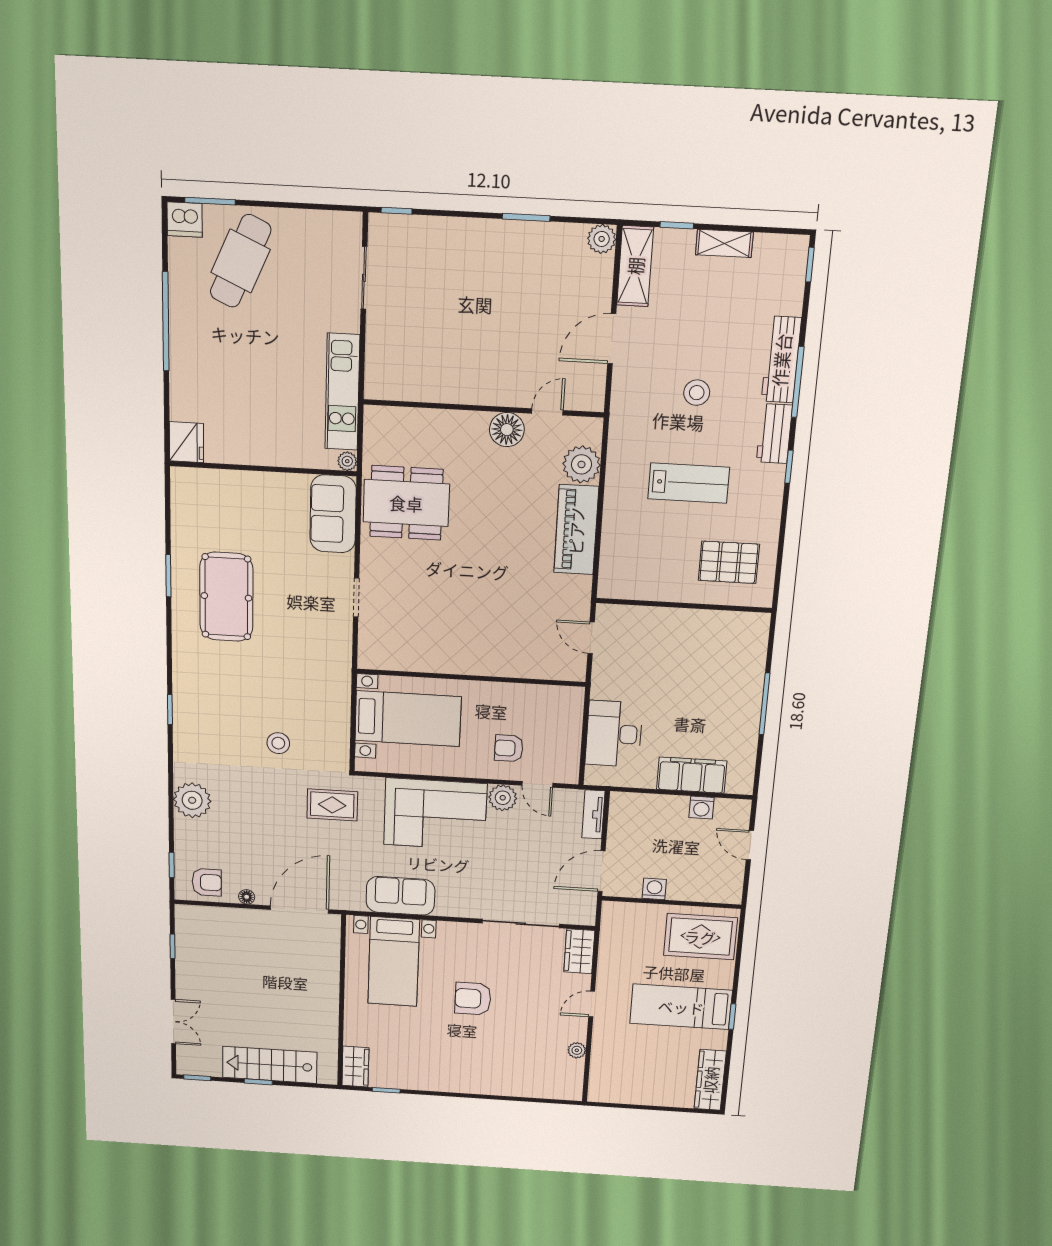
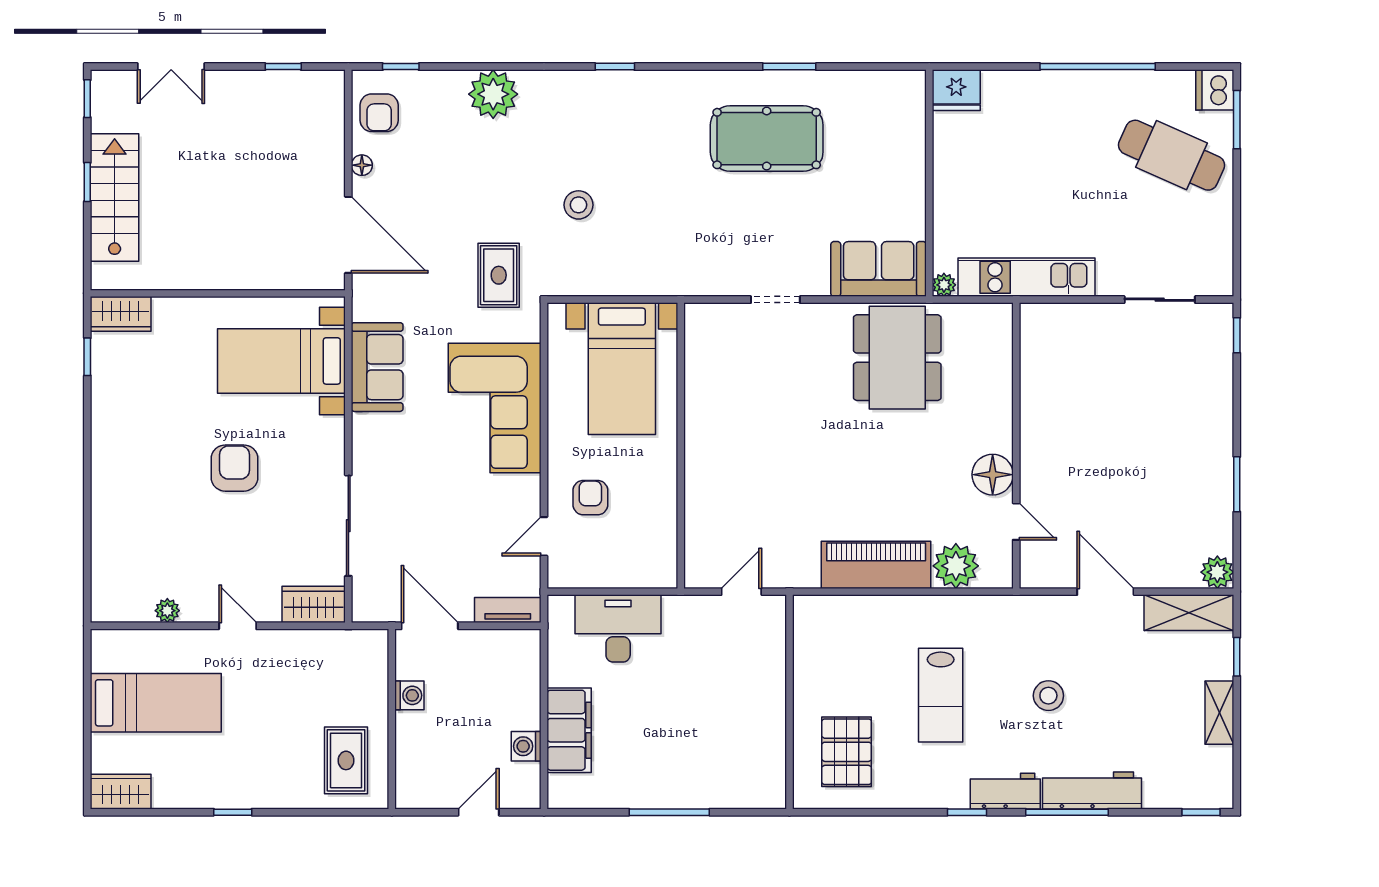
plant: (503, 798) -> (523, 493), removed
rug: (700, 937) -> (346, 760), width x0.73, depth x0.70
bed: (681, 1007) -> (156, 703), moved, turned 90
wardrobe: (710, 1080) -> (121, 792), width x0.67

